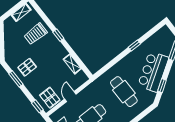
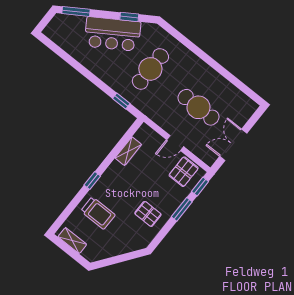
window: (134, 46) -> (121, 101), moved
window: (16, 79) -> (182, 209), moved

